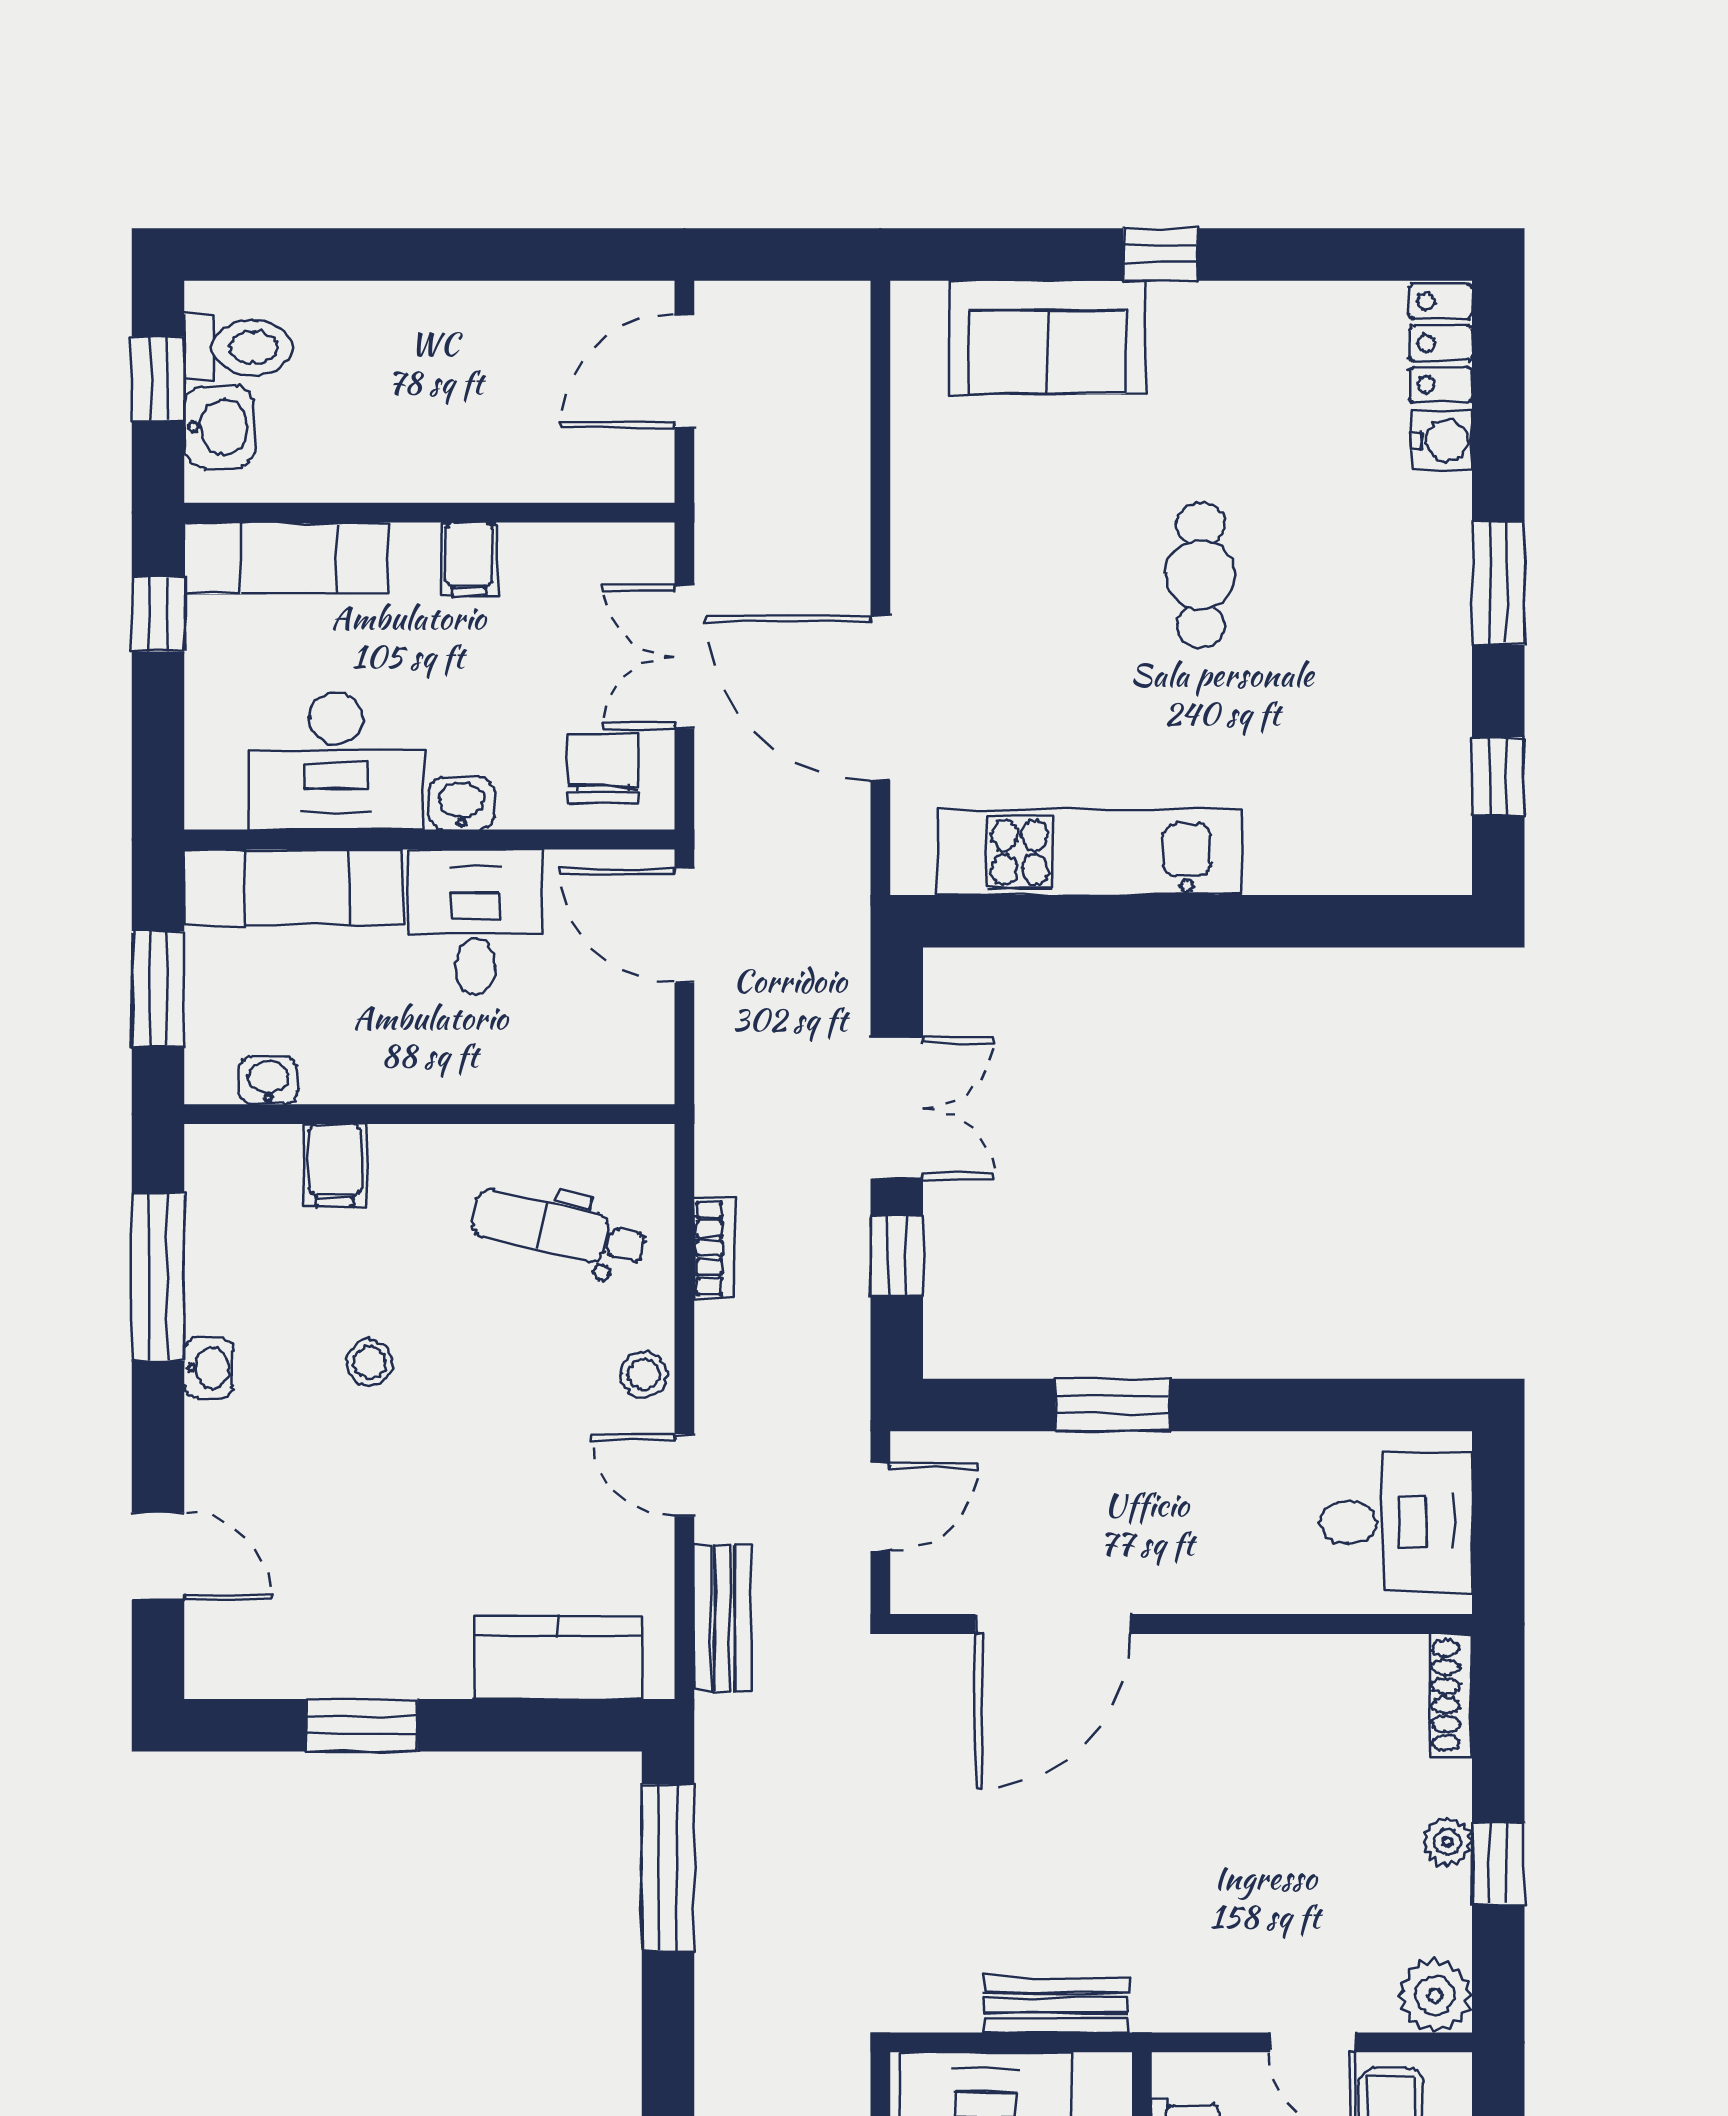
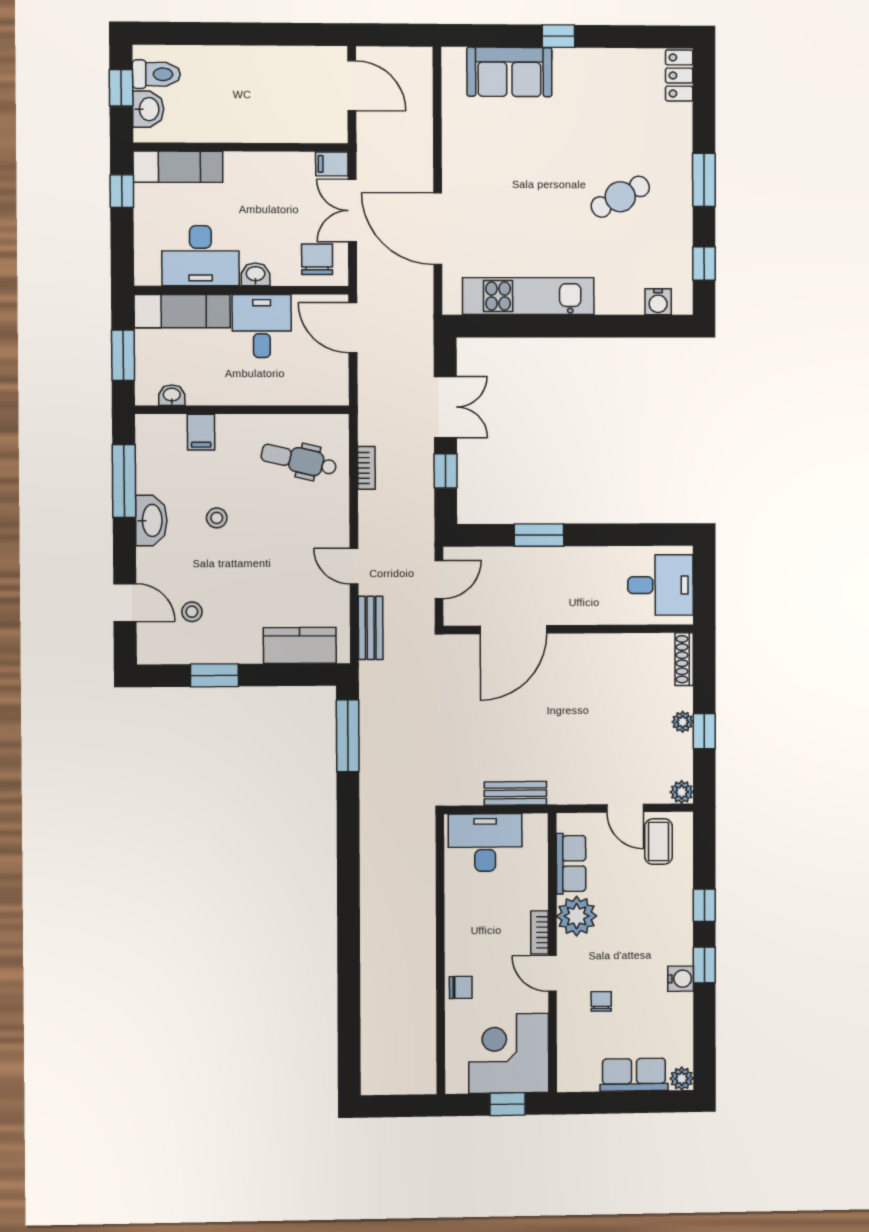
door: (684, 371) -> (352, 86), swing flipped
water cooler: (1442, 441) -> (658, 302), moved, turned 90
filing cabinet: (469, 559) -> (332, 164), moved, turned 90
cafe table: (1201, 575) -> (620, 197), moved, turned 62
washbasin: (209, 1368) -> (151, 520), width x1.91, depth x1.45
stool: (644, 1374) -> (192, 612), moved
plant: (1435, 1996) -> (682, 792), width x0.73, depth x0.73

